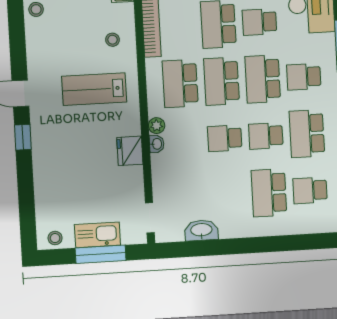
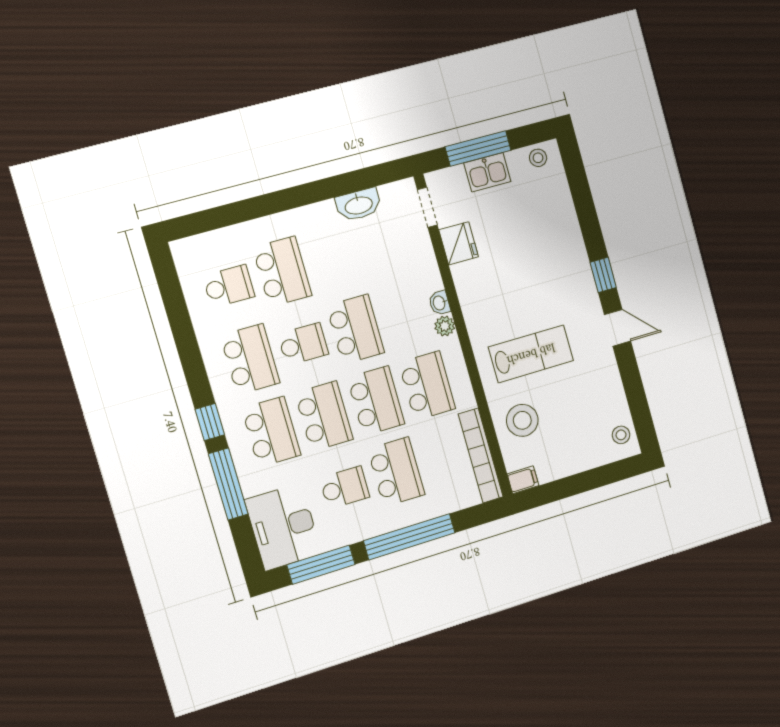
stool: (112, 40) -> (522, 420), width x1.89, depth x1.89
school desk: (304, 77) -> (271, 432), width x1.85
school desk: (225, 138) -> (355, 329), width x1.85
fridge: (130, 151) -> (459, 243), moved
kitchen sink: (97, 235) -> (487, 172), width x0.73

